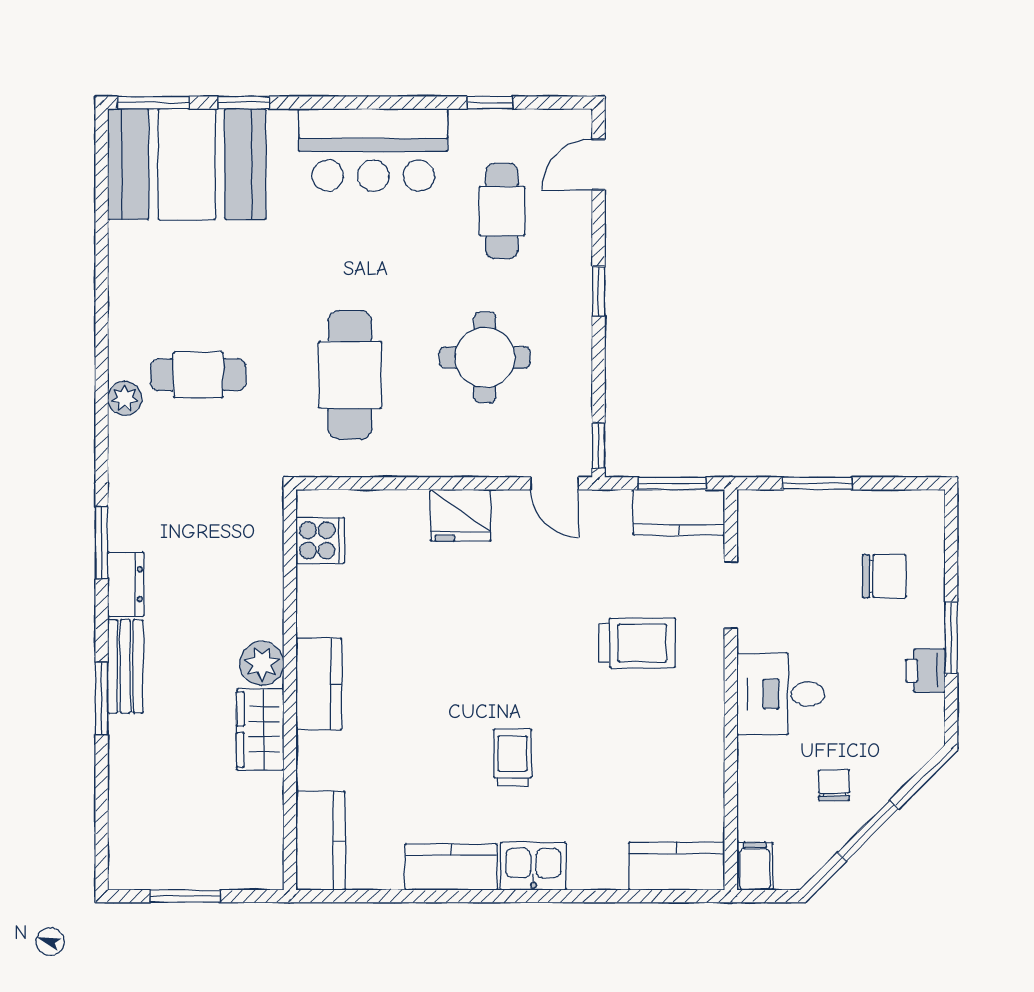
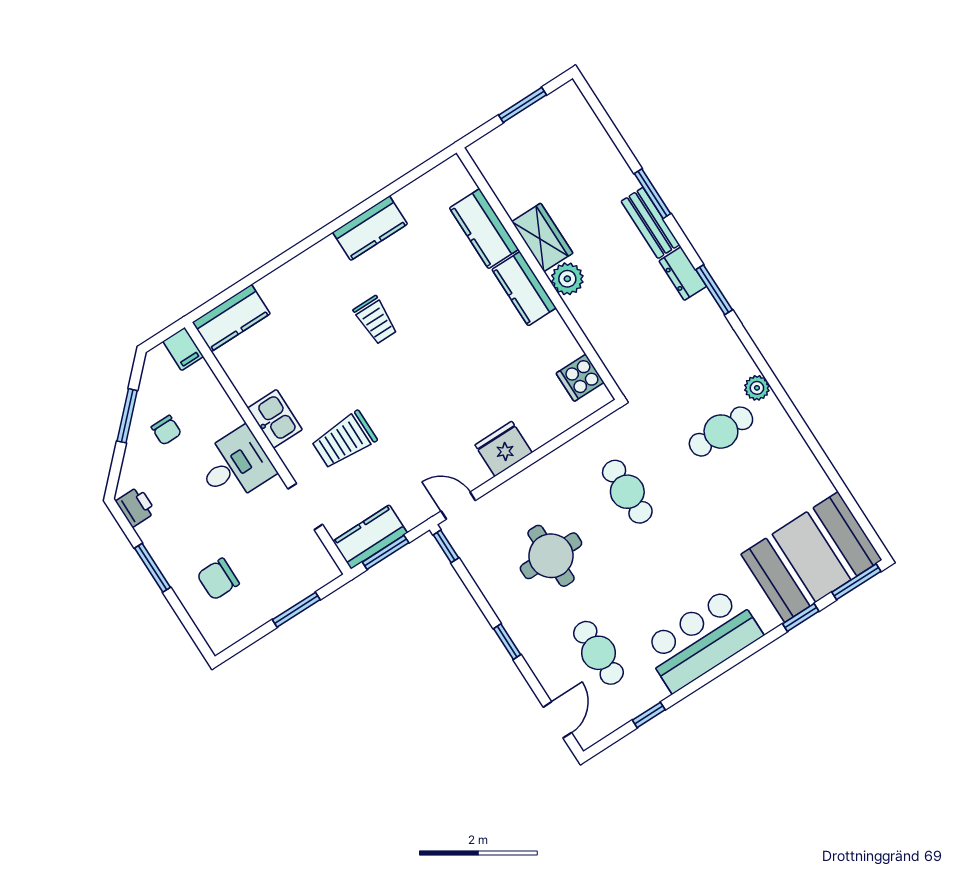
cafe table: (350, 375) -> (627, 492), width x0.73, depth x0.74
printer: (925, 670) -> (136, 507), moved
kitchen counter: (321, 841) -> (484, 229), moved
kitchen sink: (533, 866) -> (275, 419), moved, turned -90

